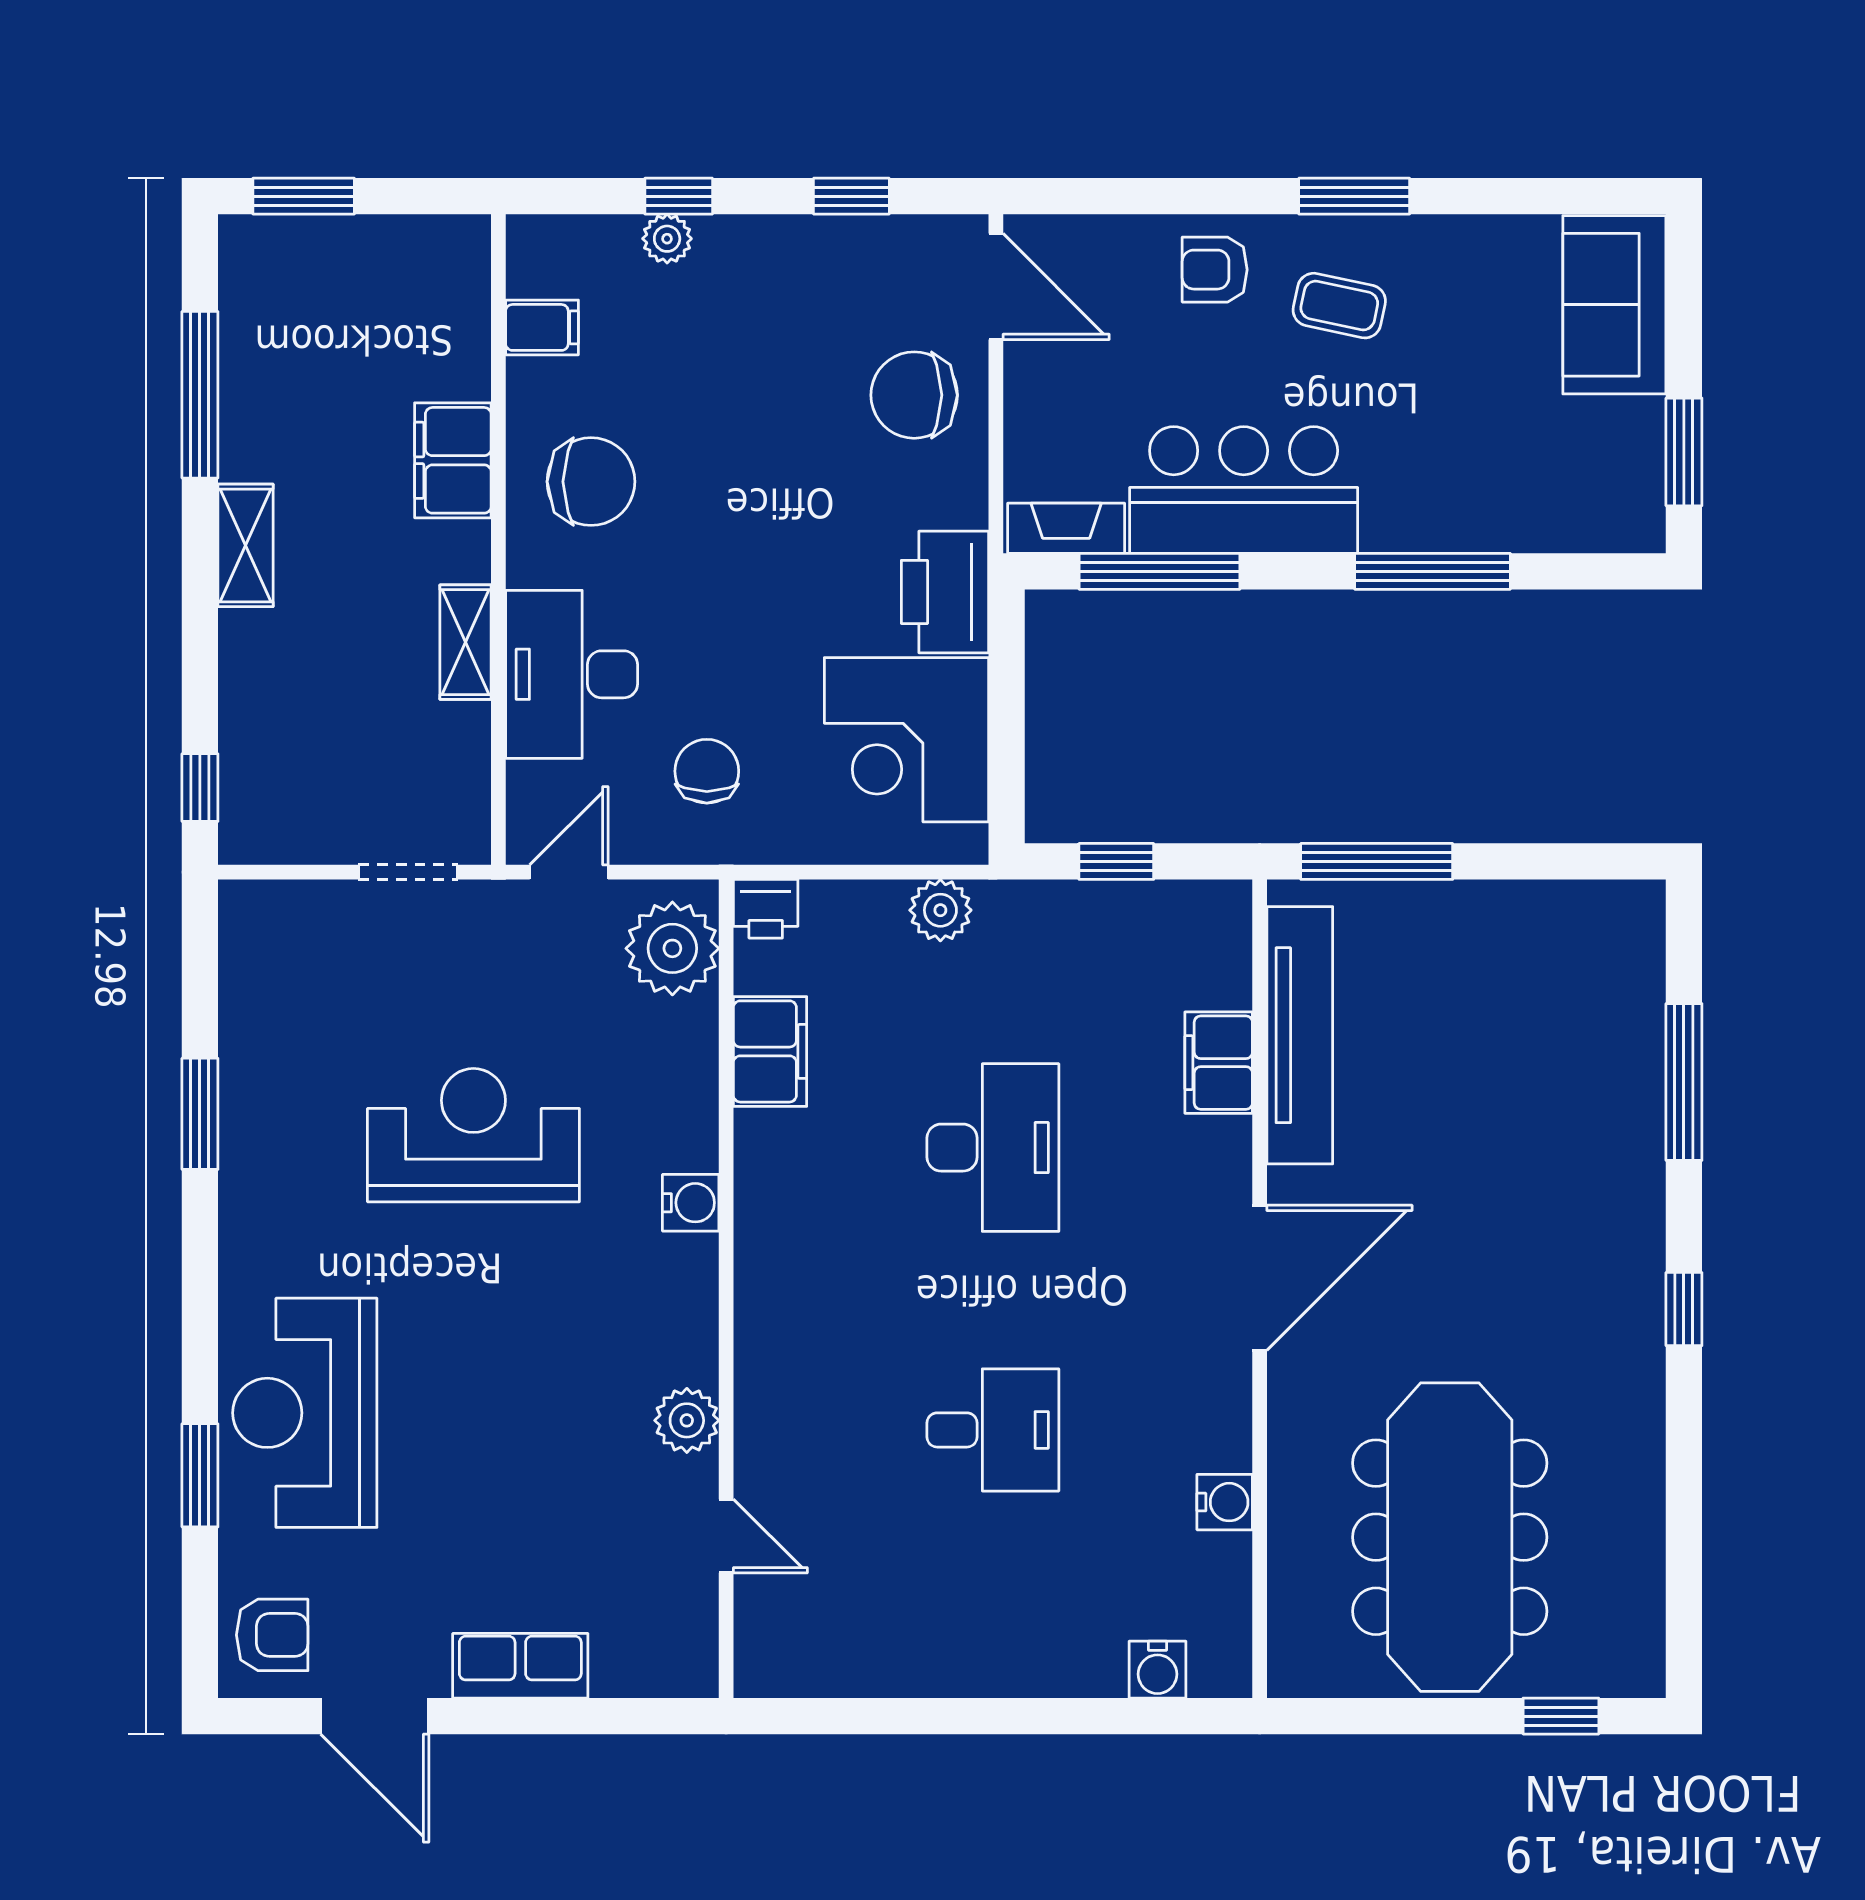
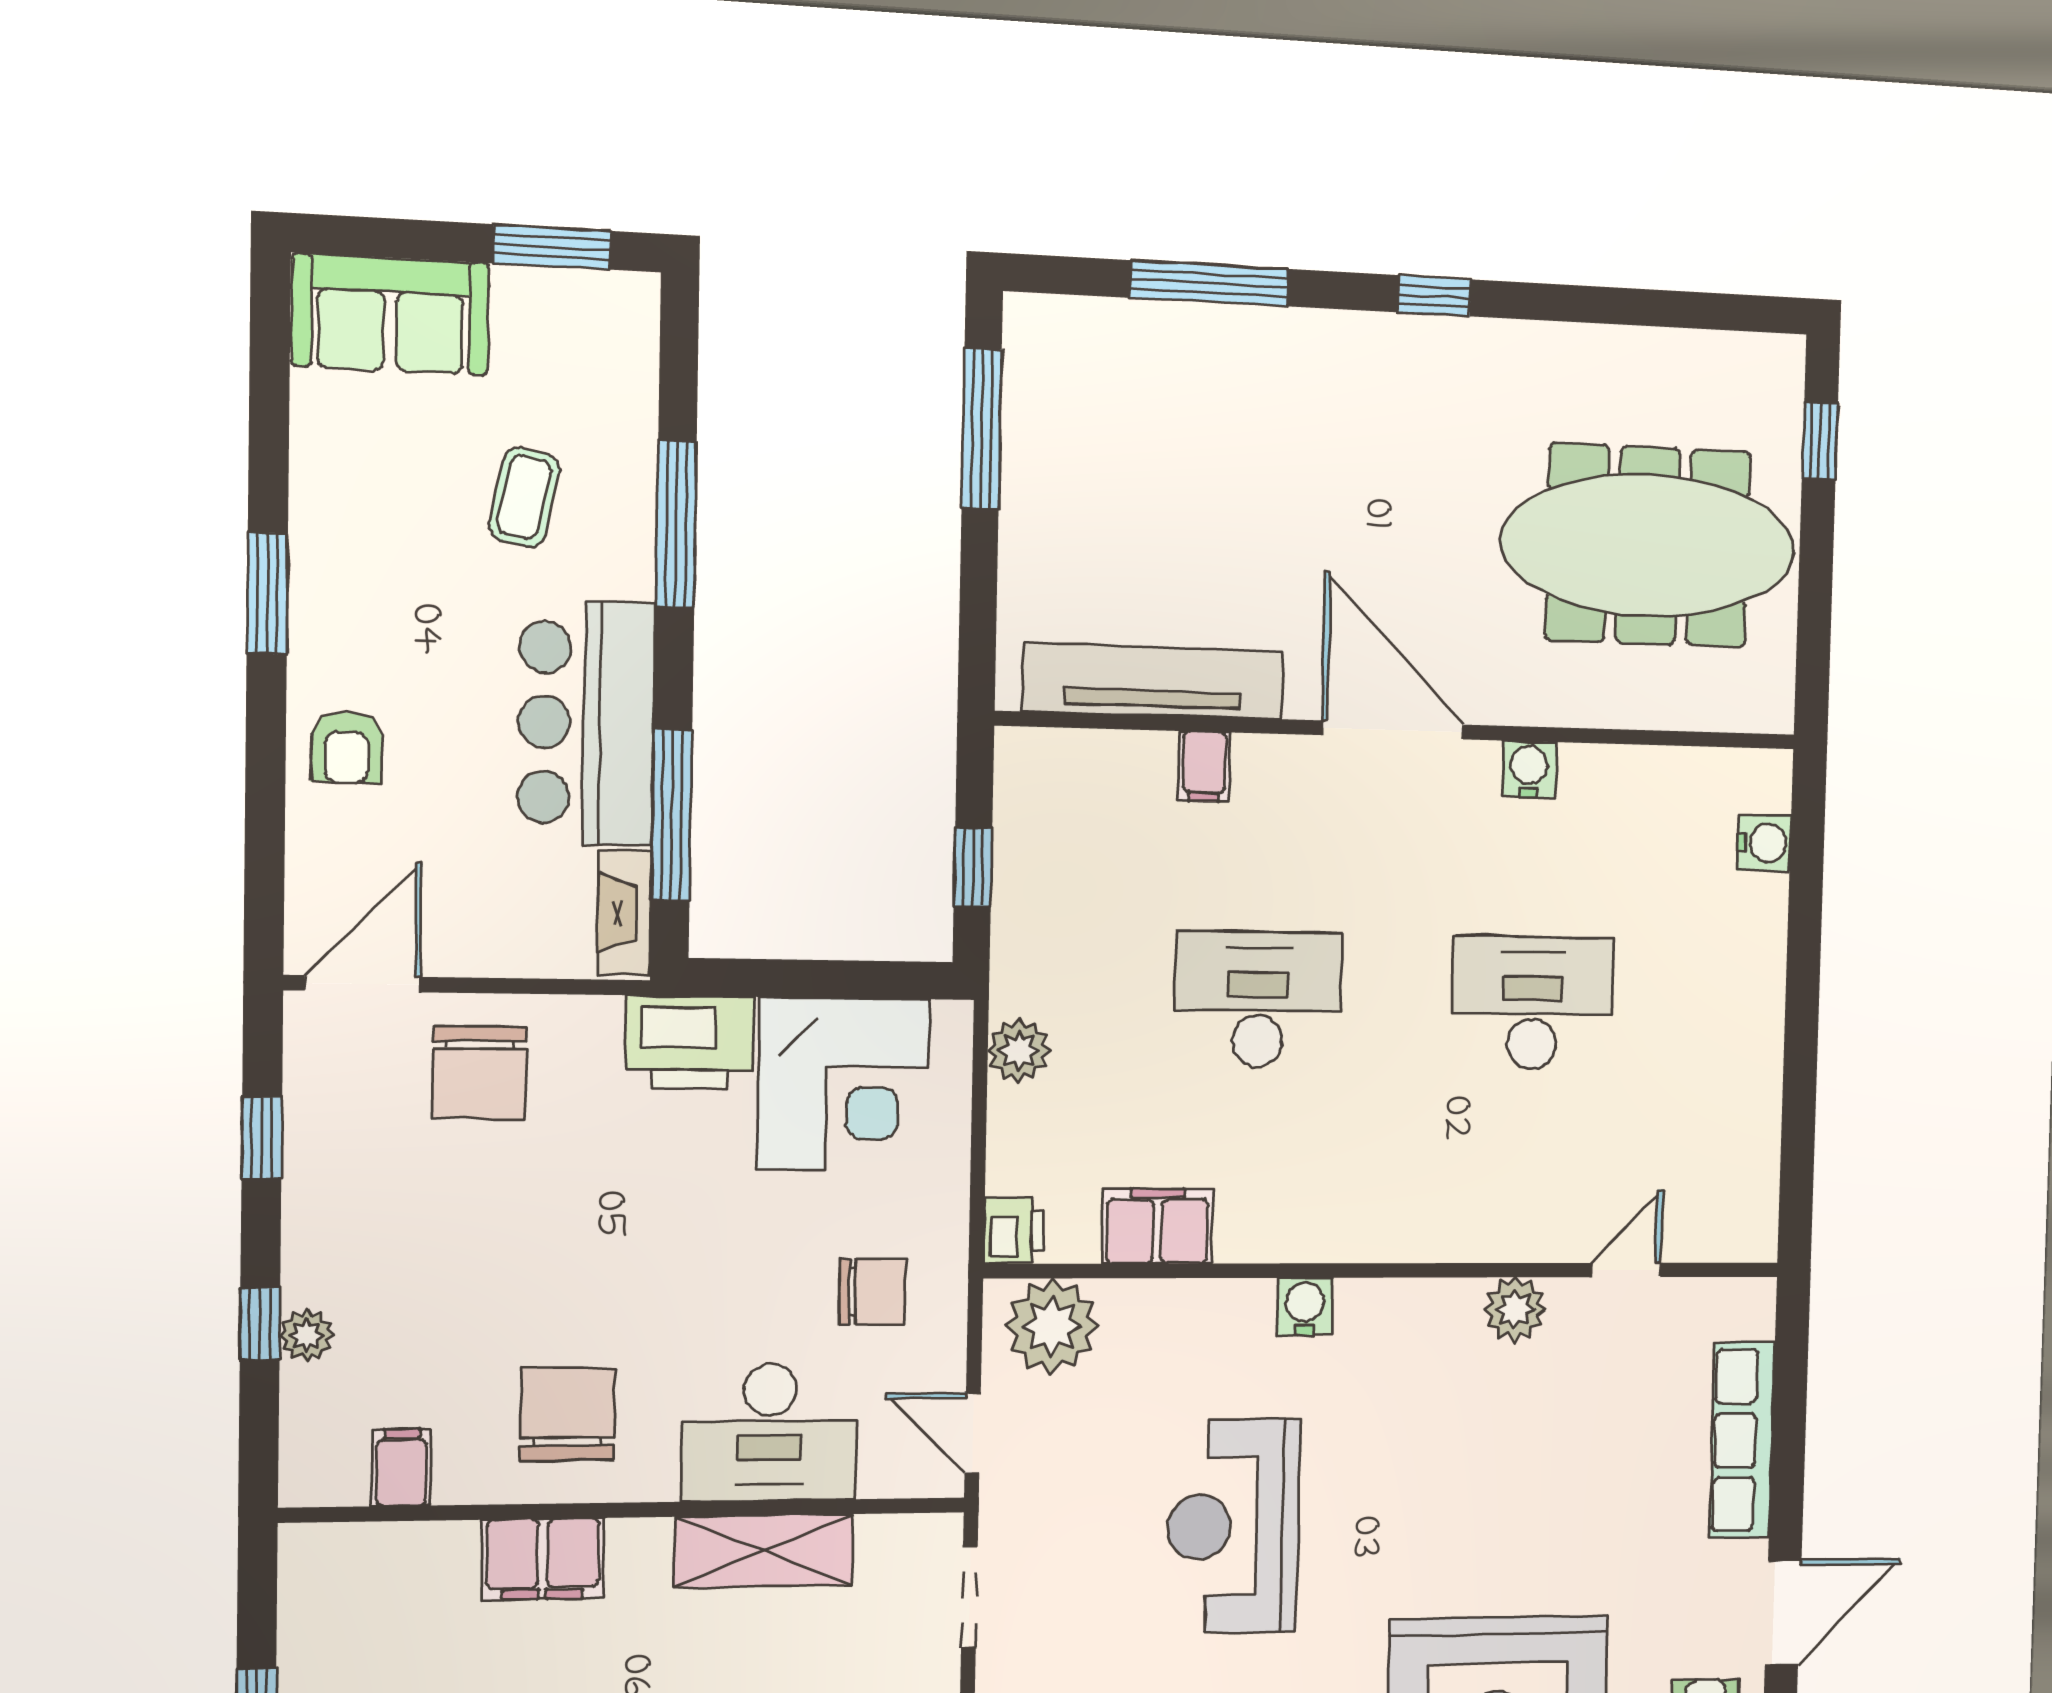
coffee table: (1339, 306) -> (524, 497), moved
shelving: (466, 642) -> (764, 1551), width x1.50, depth x1.33
chair: (707, 771) -> (872, 1291), turned 180
window: (1377, 861) -> (982, 429), moved
filing cabinet: (1219, 1063) -> (1204, 767), width x0.50
desk: (993, 1430) -> (1533, 1003), width x1.37
water cooler: (1225, 1502) -> (1529, 769), moved
row of seats: (520, 1666) -> (1742, 1440), width x1.48

